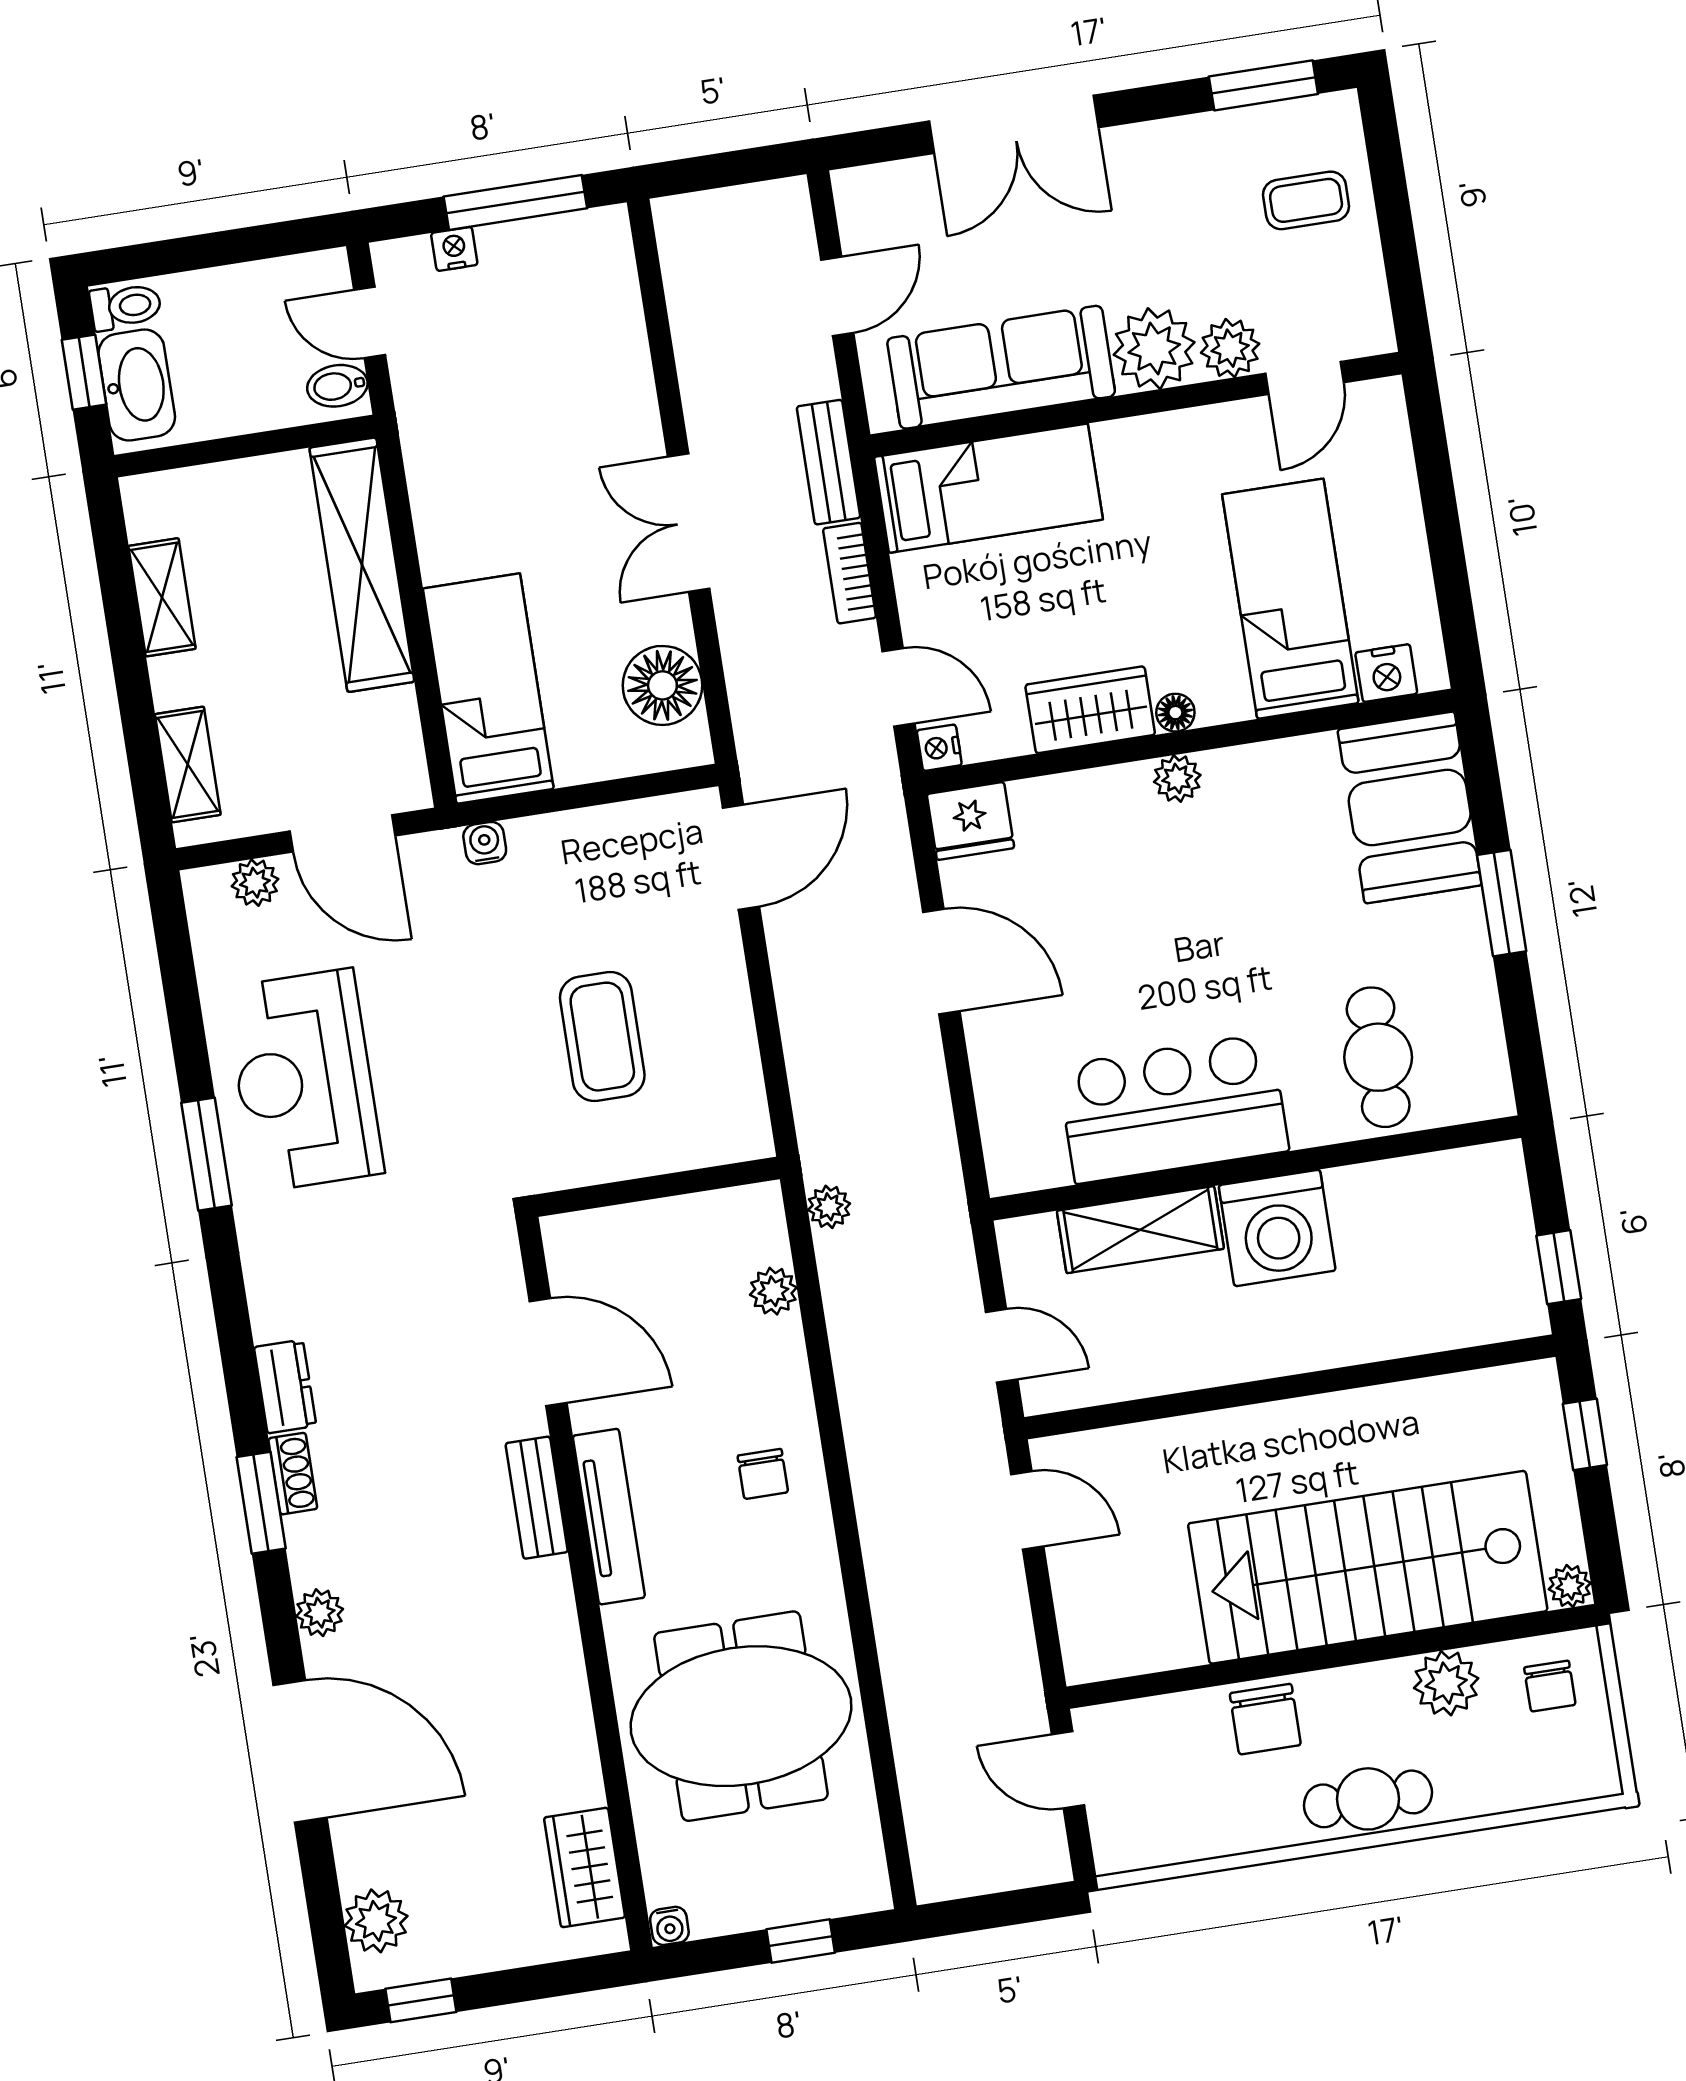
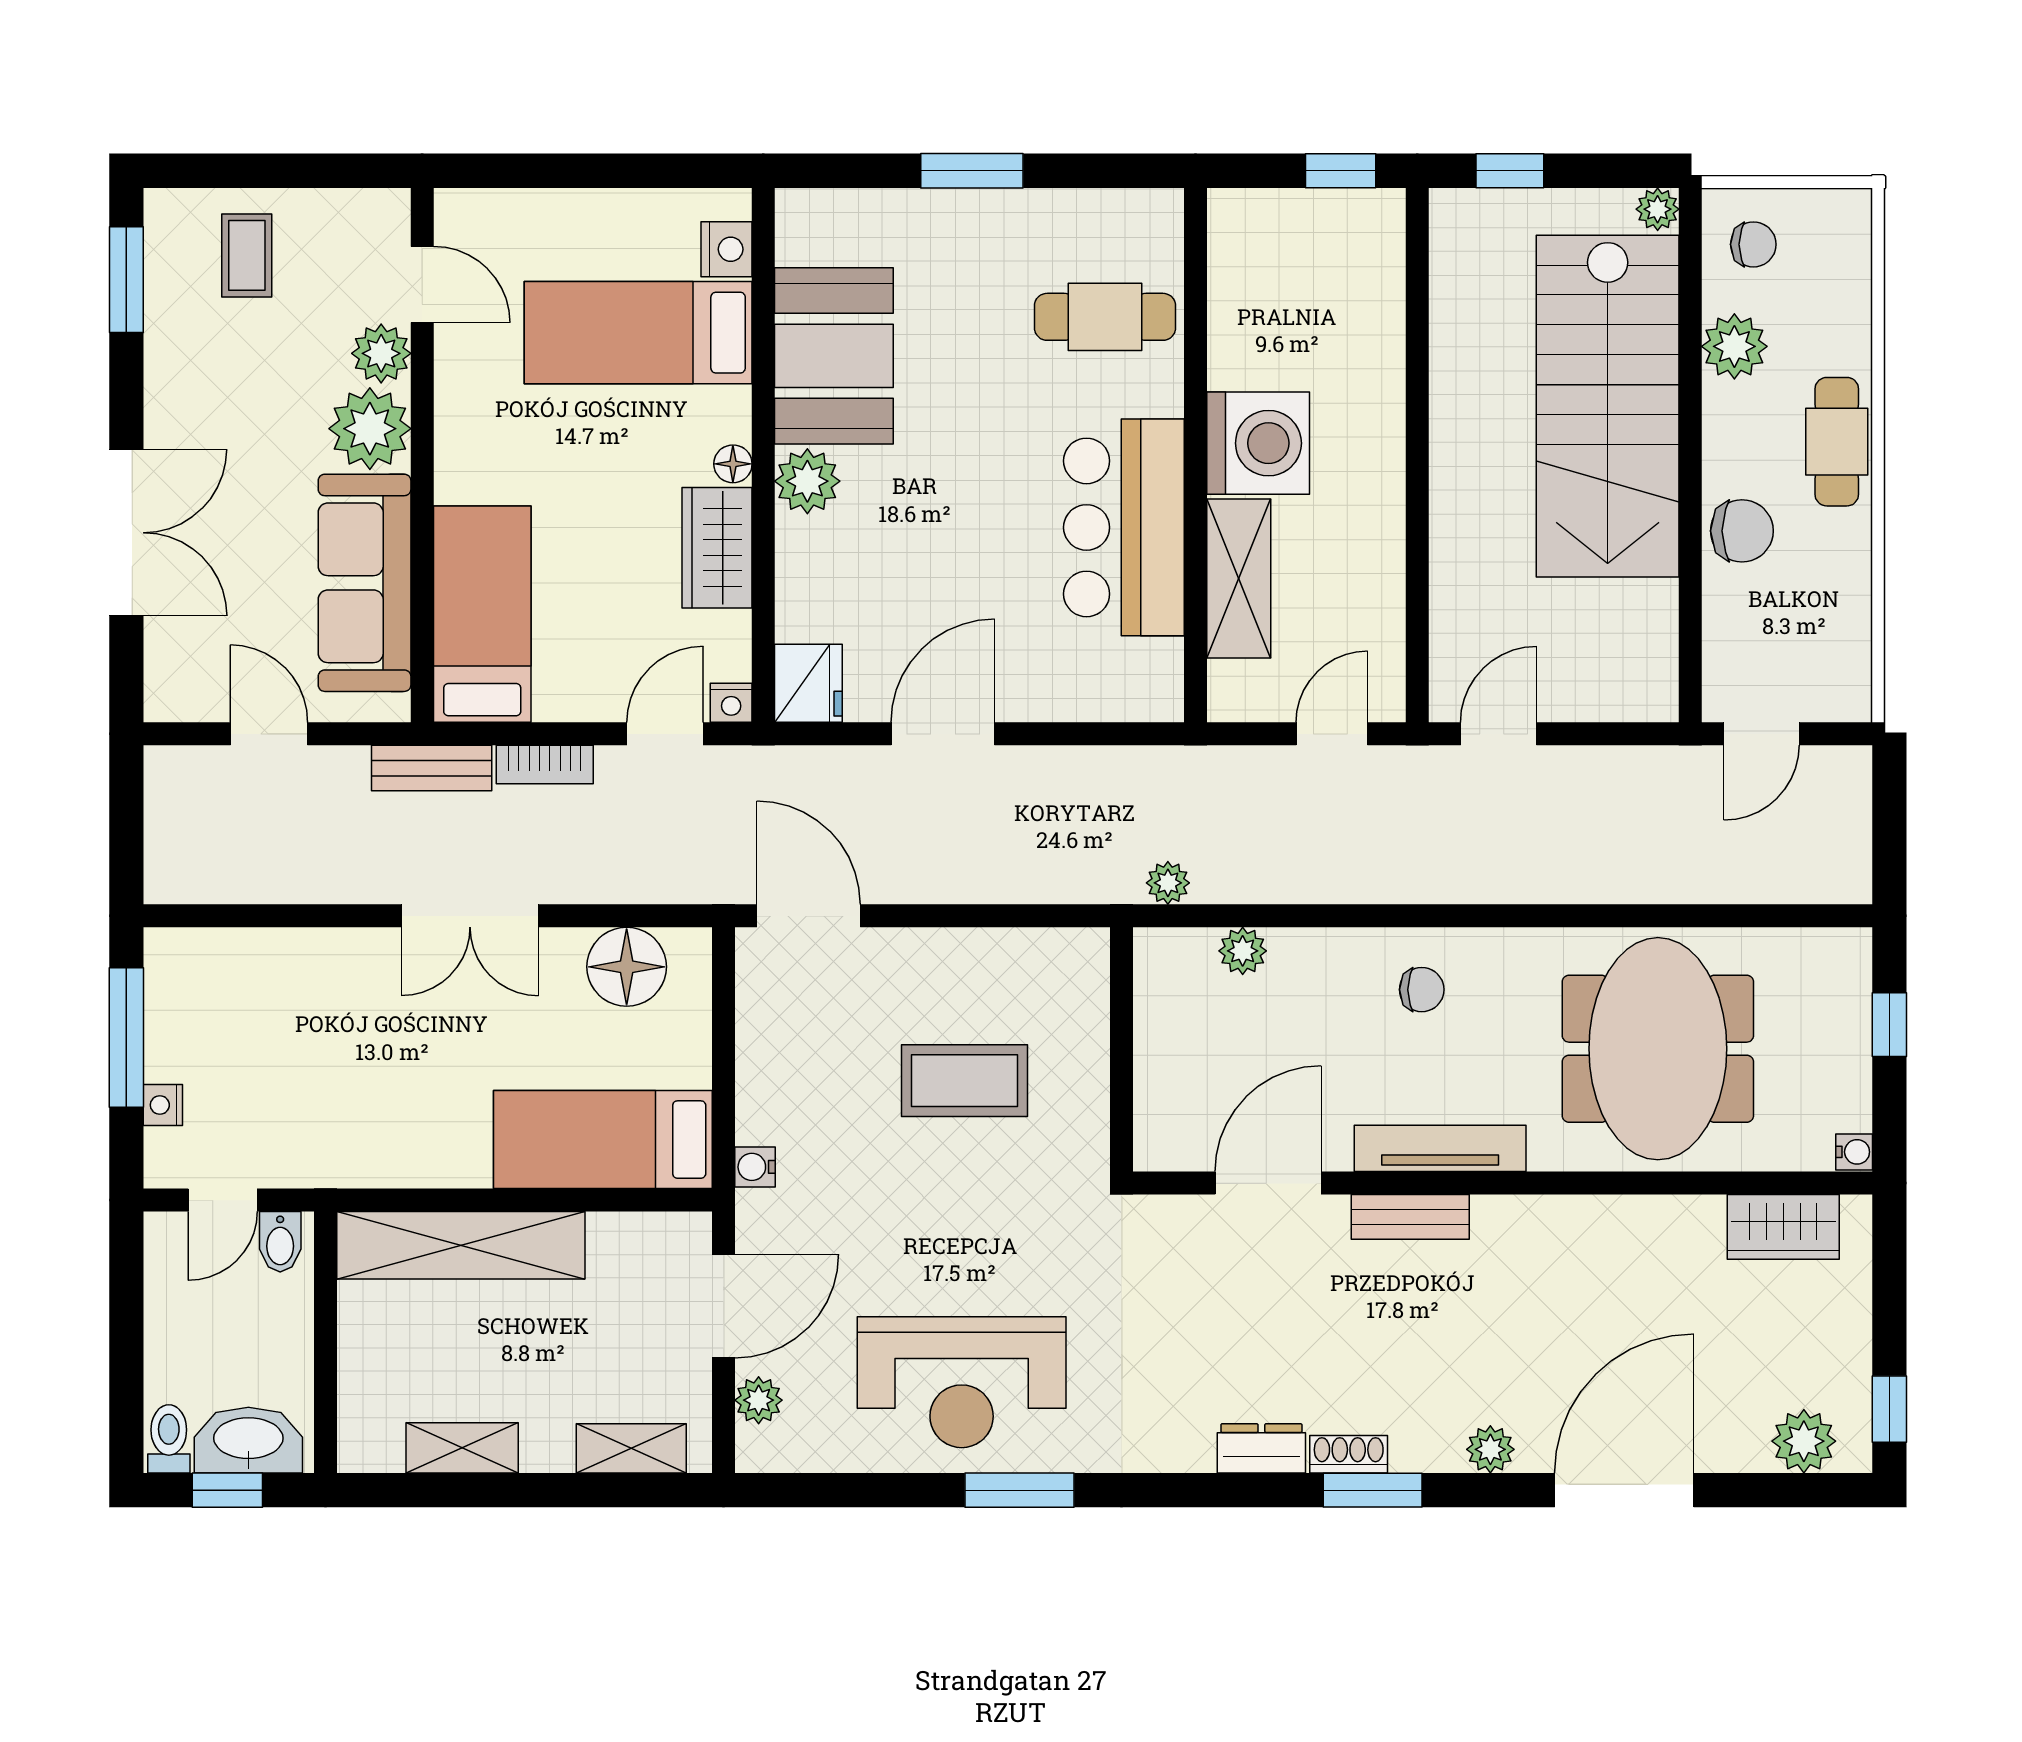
plant: (1177, 779) -> (807, 481), width x1.38, depth x1.38
booth: (1410, 807) -> (834, 356), moved, turned 90

